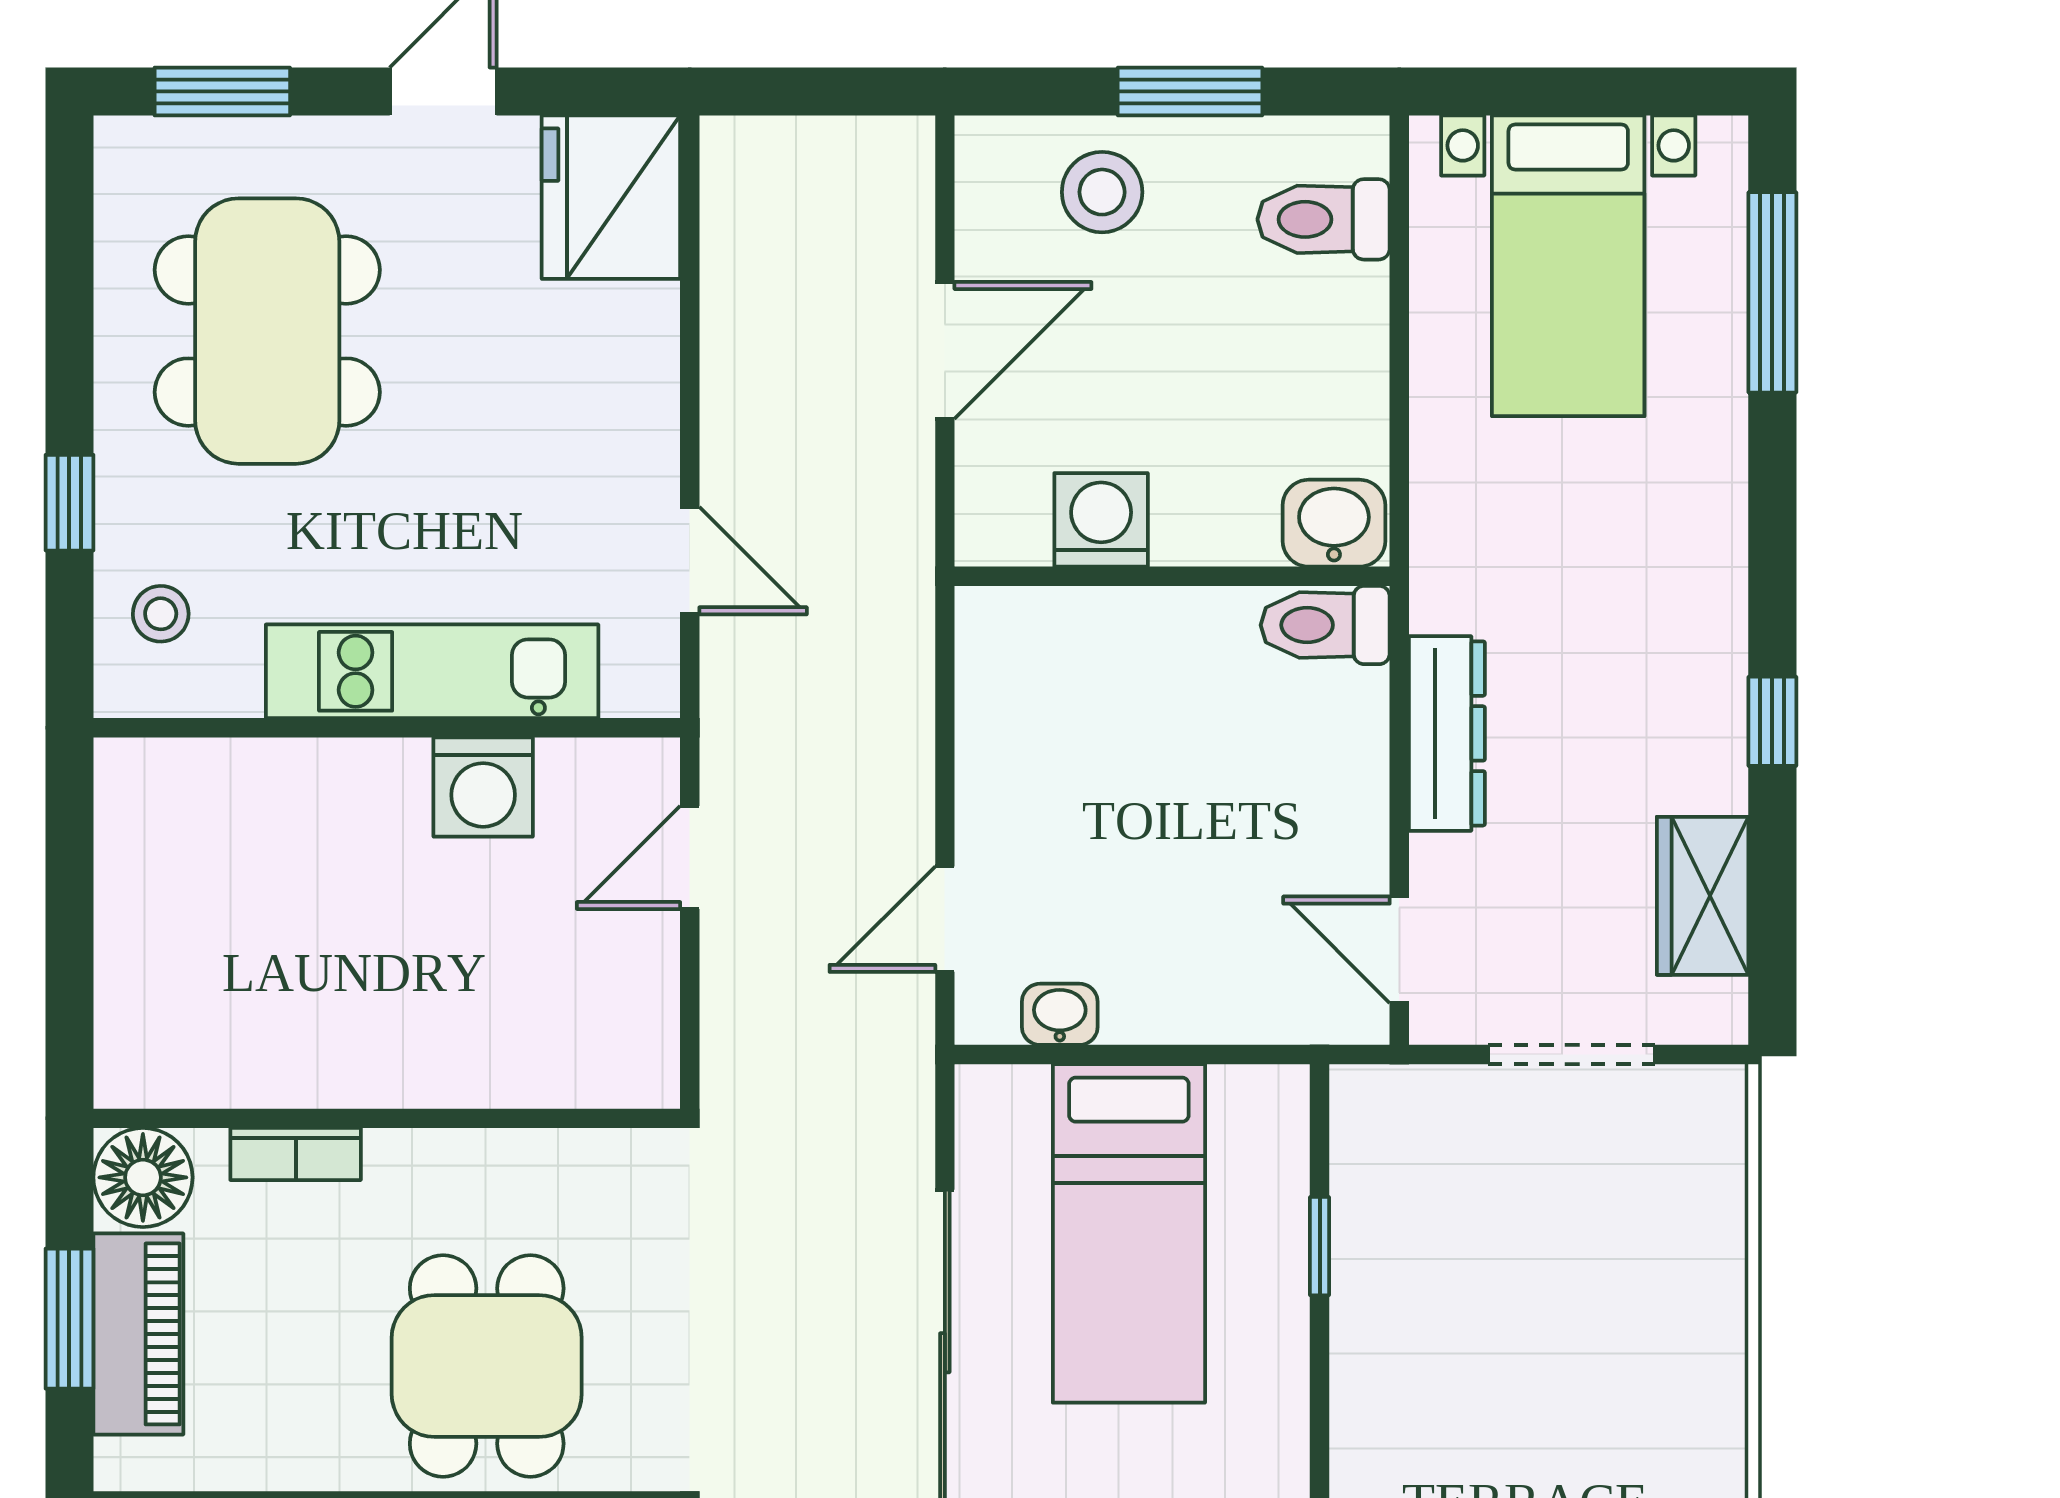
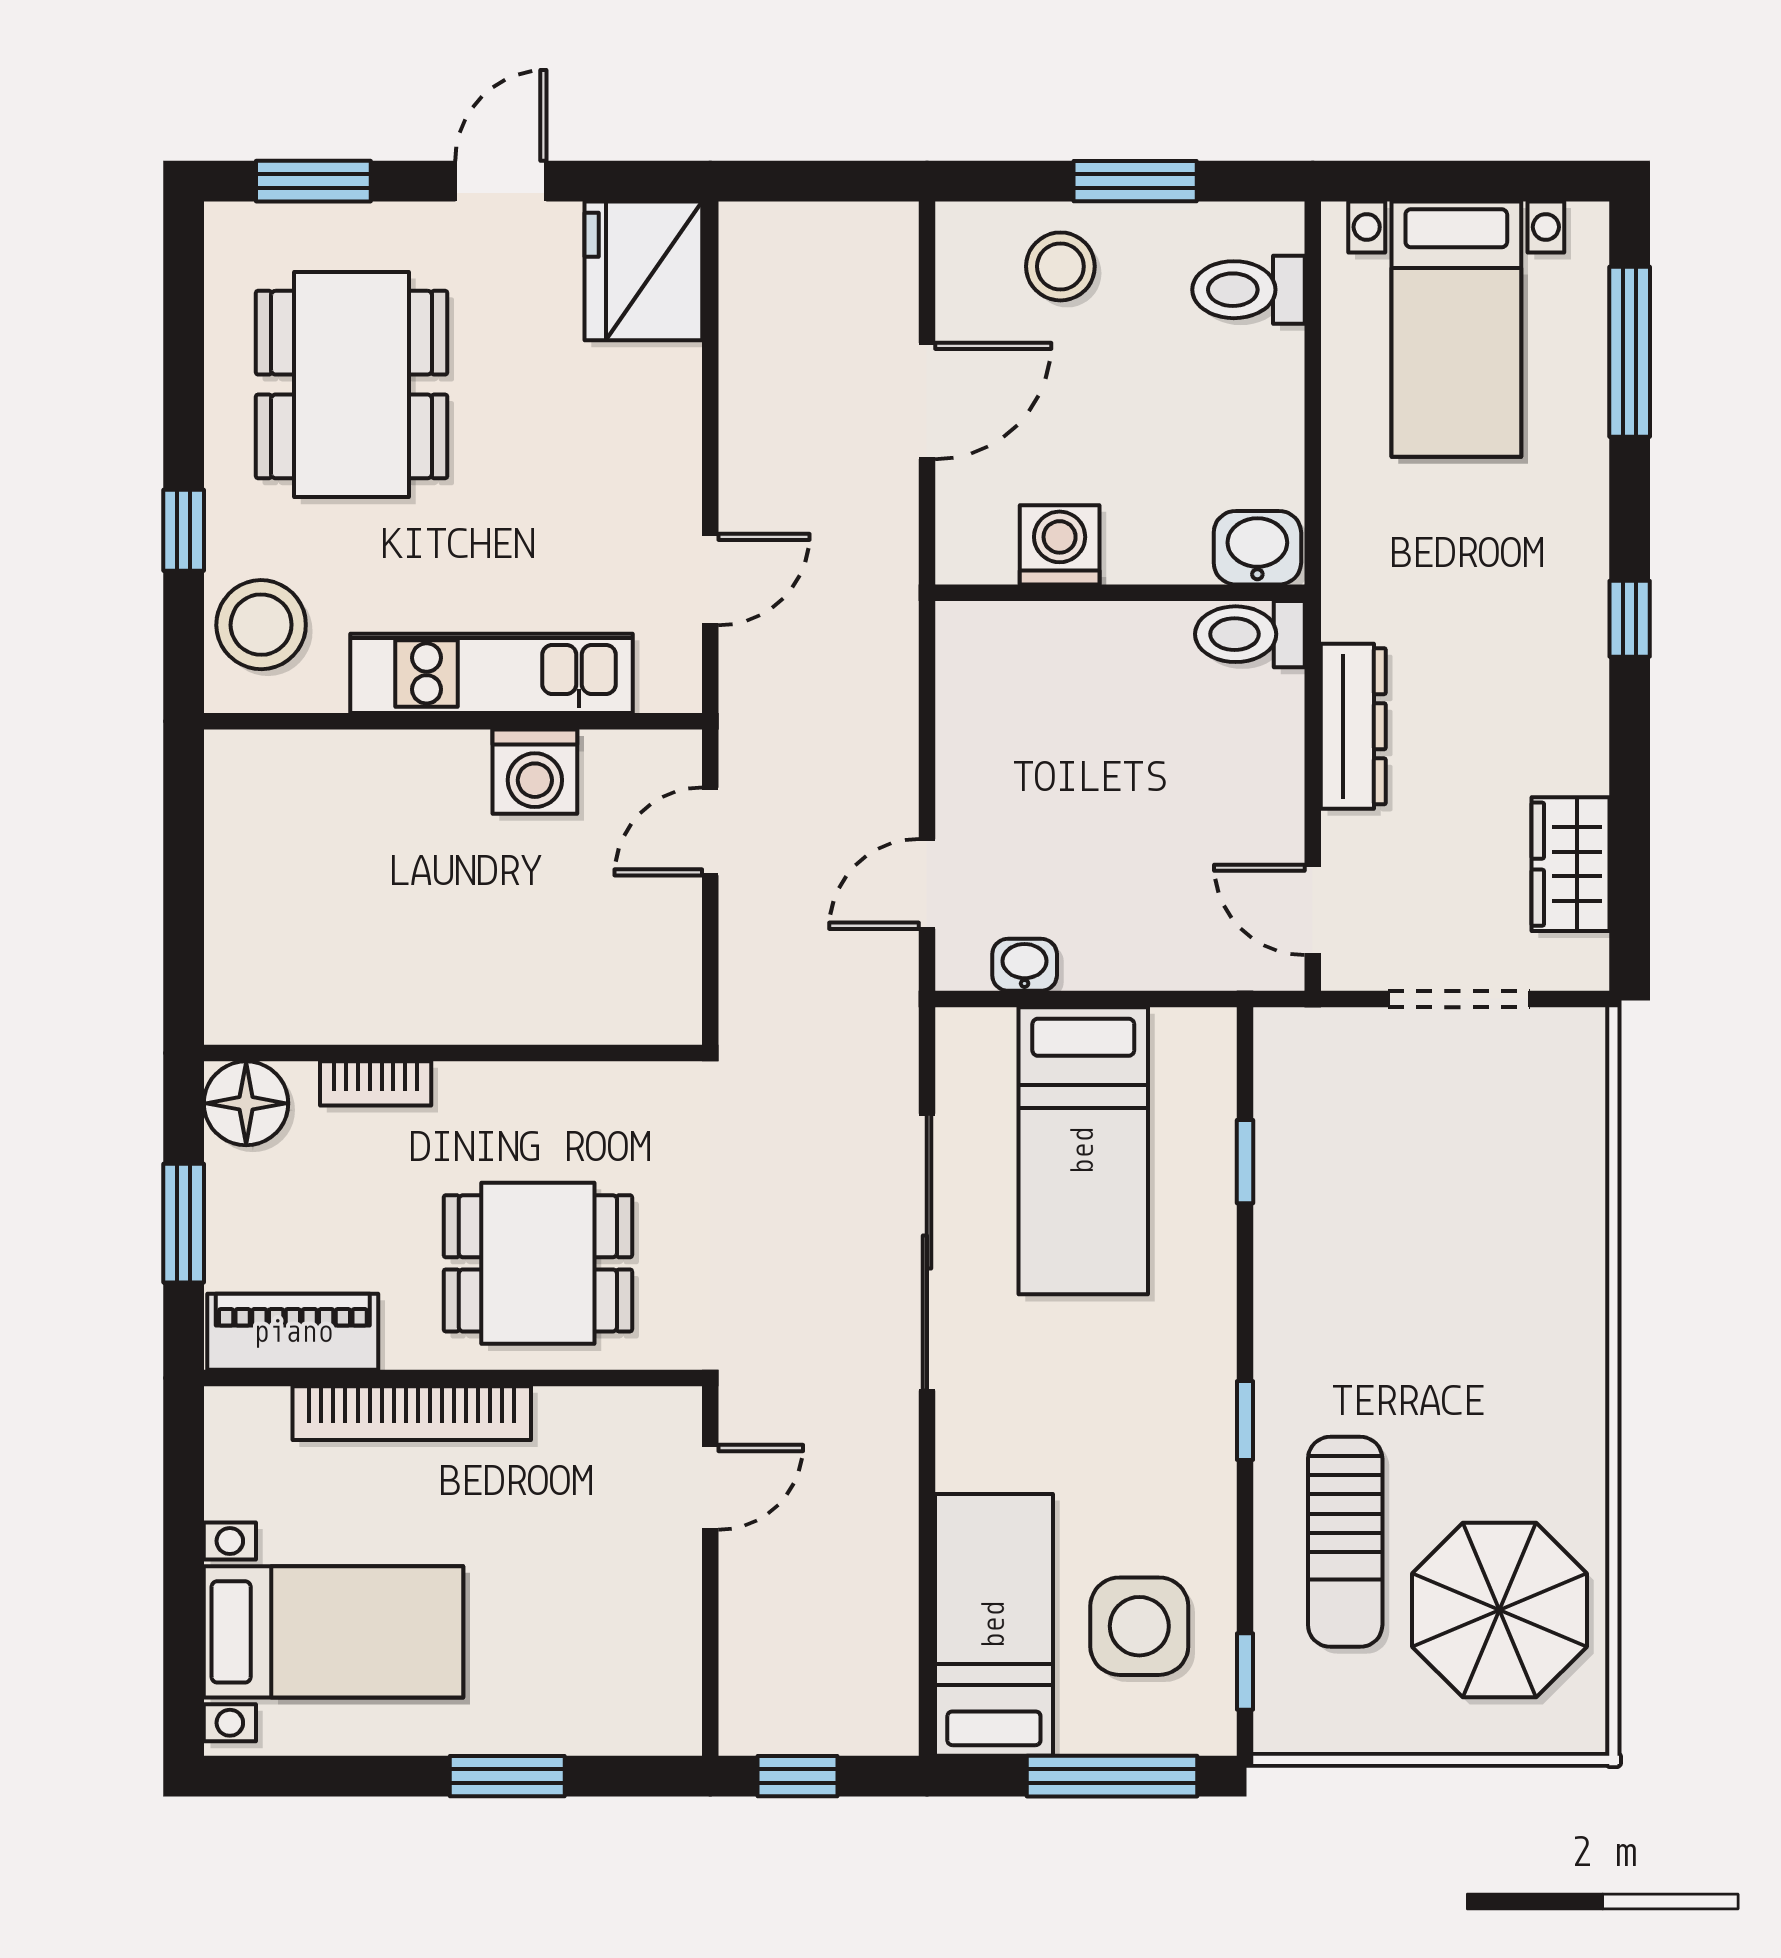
door: (690, 561) -> (710, 579), hinge flipped
stool: (161, 614) -> (261, 625), width x1.89, depth x1.89
window: (1772, 721) -> (1630, 619), moved
piano: (138, 1334) -> (293, 1332), moved, turned -90
dining table: (487, 1366) -> (538, 1263), turned 90

